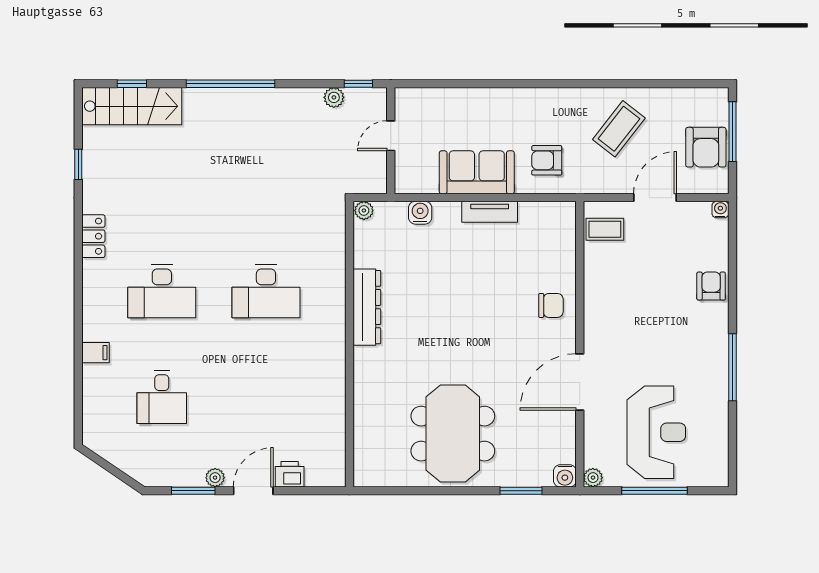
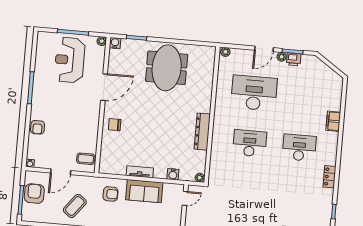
door: (391, 136) -> (185, 198), moved
filing cabinet: (95, 353) -> (333, 121), width x2.00
desk: (162, 397) -> (254, 93), moved, width x1.87, depth x1.30
printer: (290, 474) -> (294, 59), moved
plant: (333, 478) -> (225, 52), added

